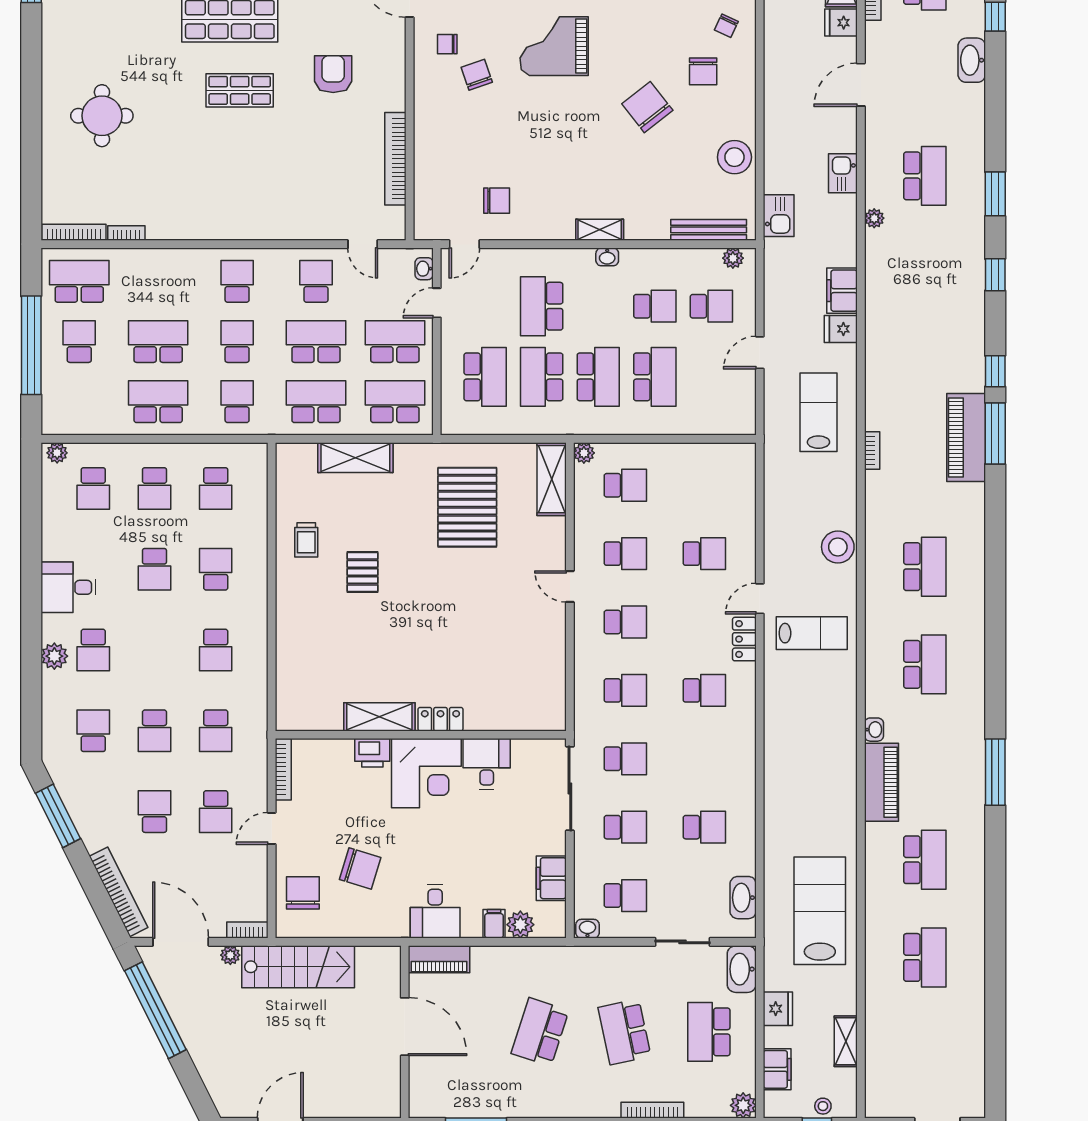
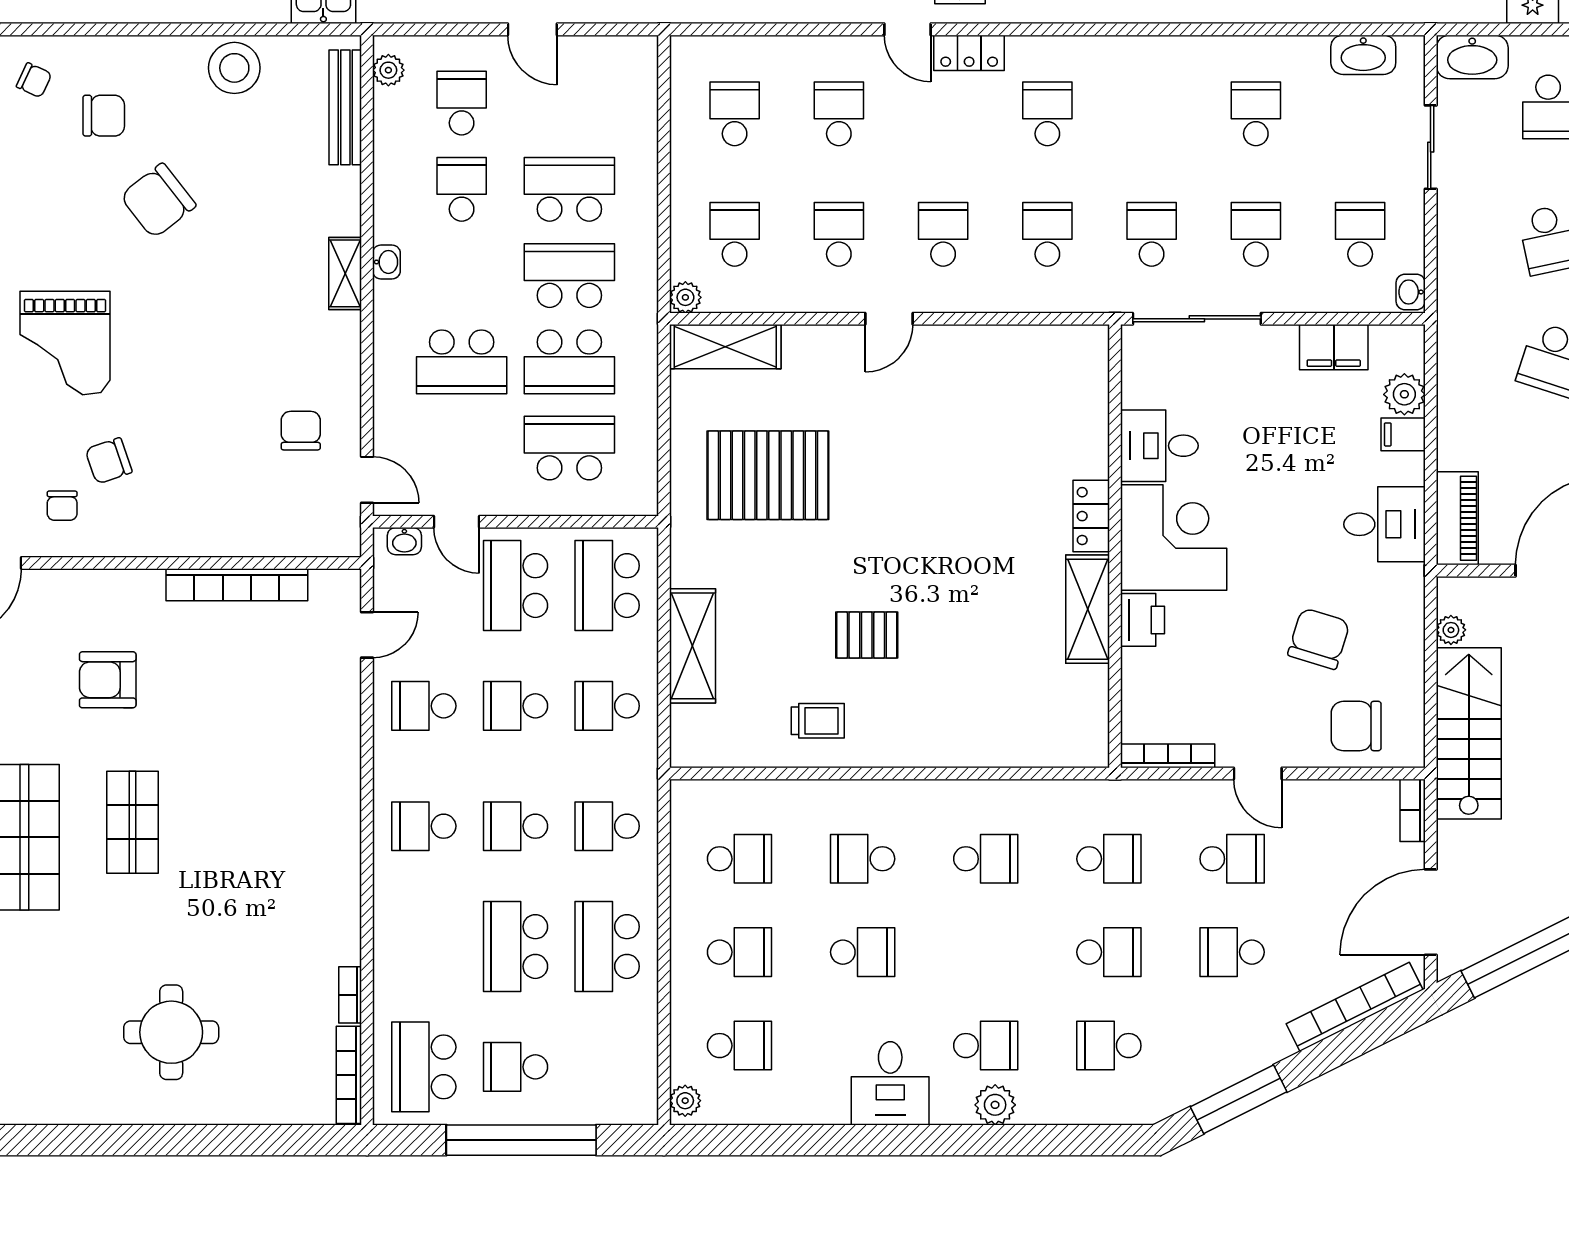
school desk: (316, 342) -> (515, 706), width x0.54
school desk: (316, 402) -> (607, 706), width x0.54
school desk: (704, 485) -> (735, 114), added
plant: (230, 955) -> (1451, 630), moved

